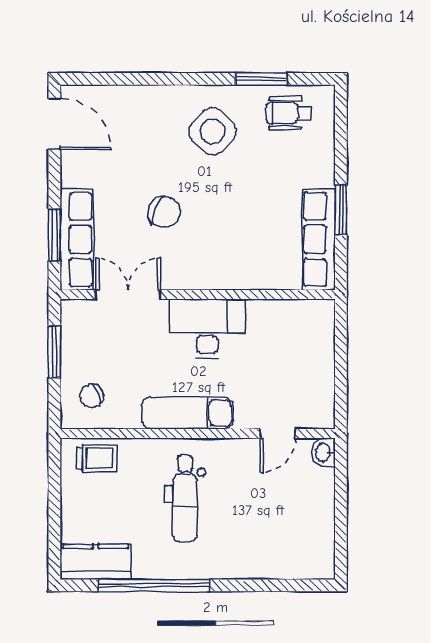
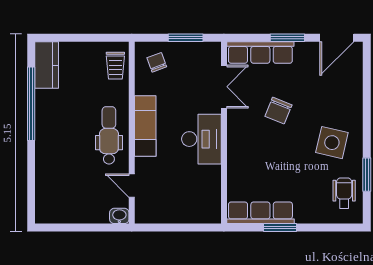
side table: (213, 131) -> (332, 143), turned -31
window: (54, 235) -> (287, 38), moved
dental chair: (185, 498) -> (109, 135), moved, turned 90

